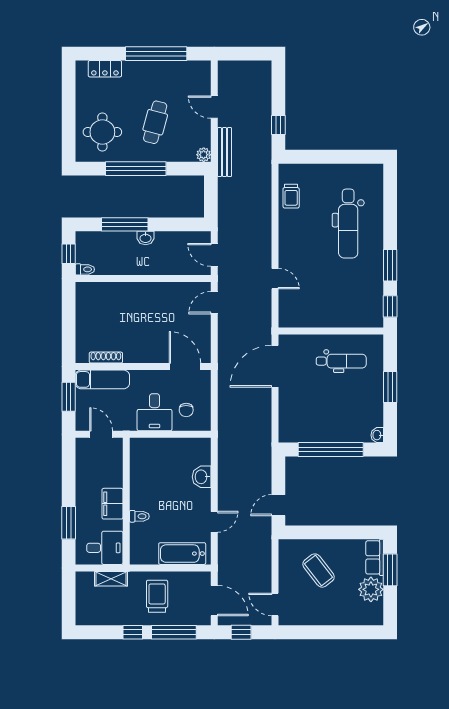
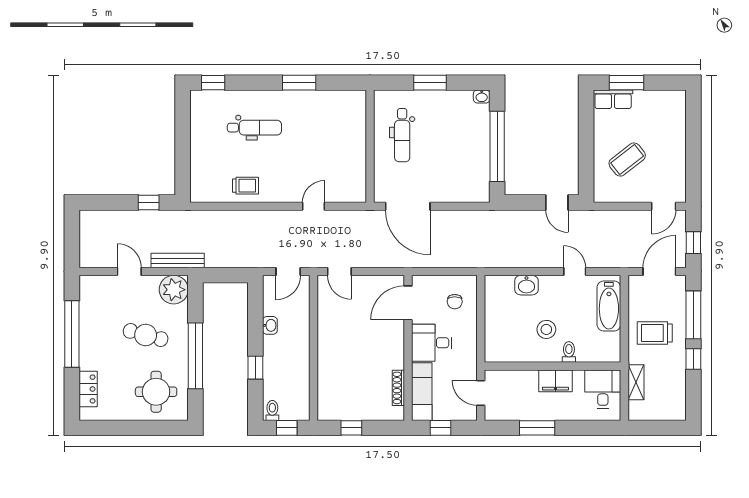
door: (214, 107) -> (129, 272), swing flipped
plant: (204, 155) -> (174, 290), width x1.88, depth x1.88
trolley: (291, 196) -> (245, 186), moved
window: (125, 224) -> (255, 368), width x0.46
dental chair: (348, 224) -> (254, 128), width x0.73, depth x0.72
washbasin: (146, 238) -> (270, 325), moved
toilet: (85, 269) -> (272, 410), moved
window: (390, 306) -> (213, 83), moved
window: (69, 314) -> (351, 428), added
dental chair: (341, 361) -> (402, 135), turned 180
window: (69, 397) -> (441, 428), width x0.67
chair: (186, 410) -> (455, 302), turned 90
desk: (155, 412) -> (432, 343), moved, turned 180
door: (101, 434) -> (481, 393), hinge flipped
stool: (160, 495) -> (546, 329), added
window: (69, 523) -> (537, 428), moved
plant: (371, 589) -> (647, 103), removed

